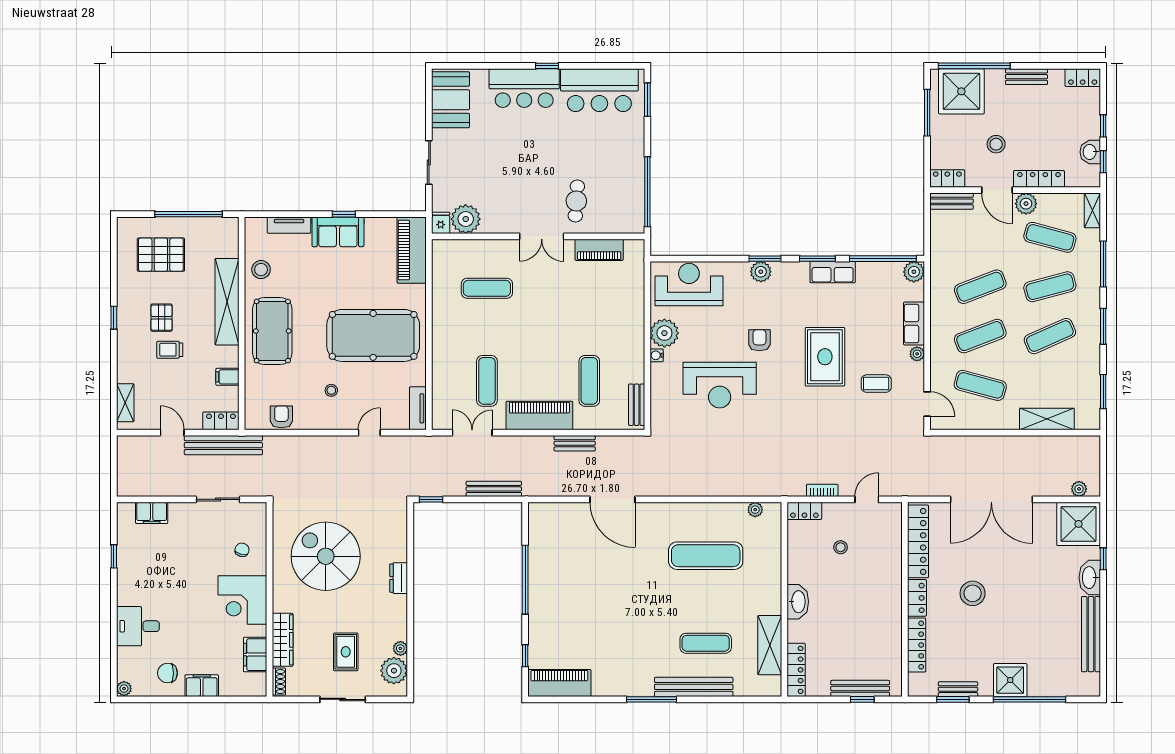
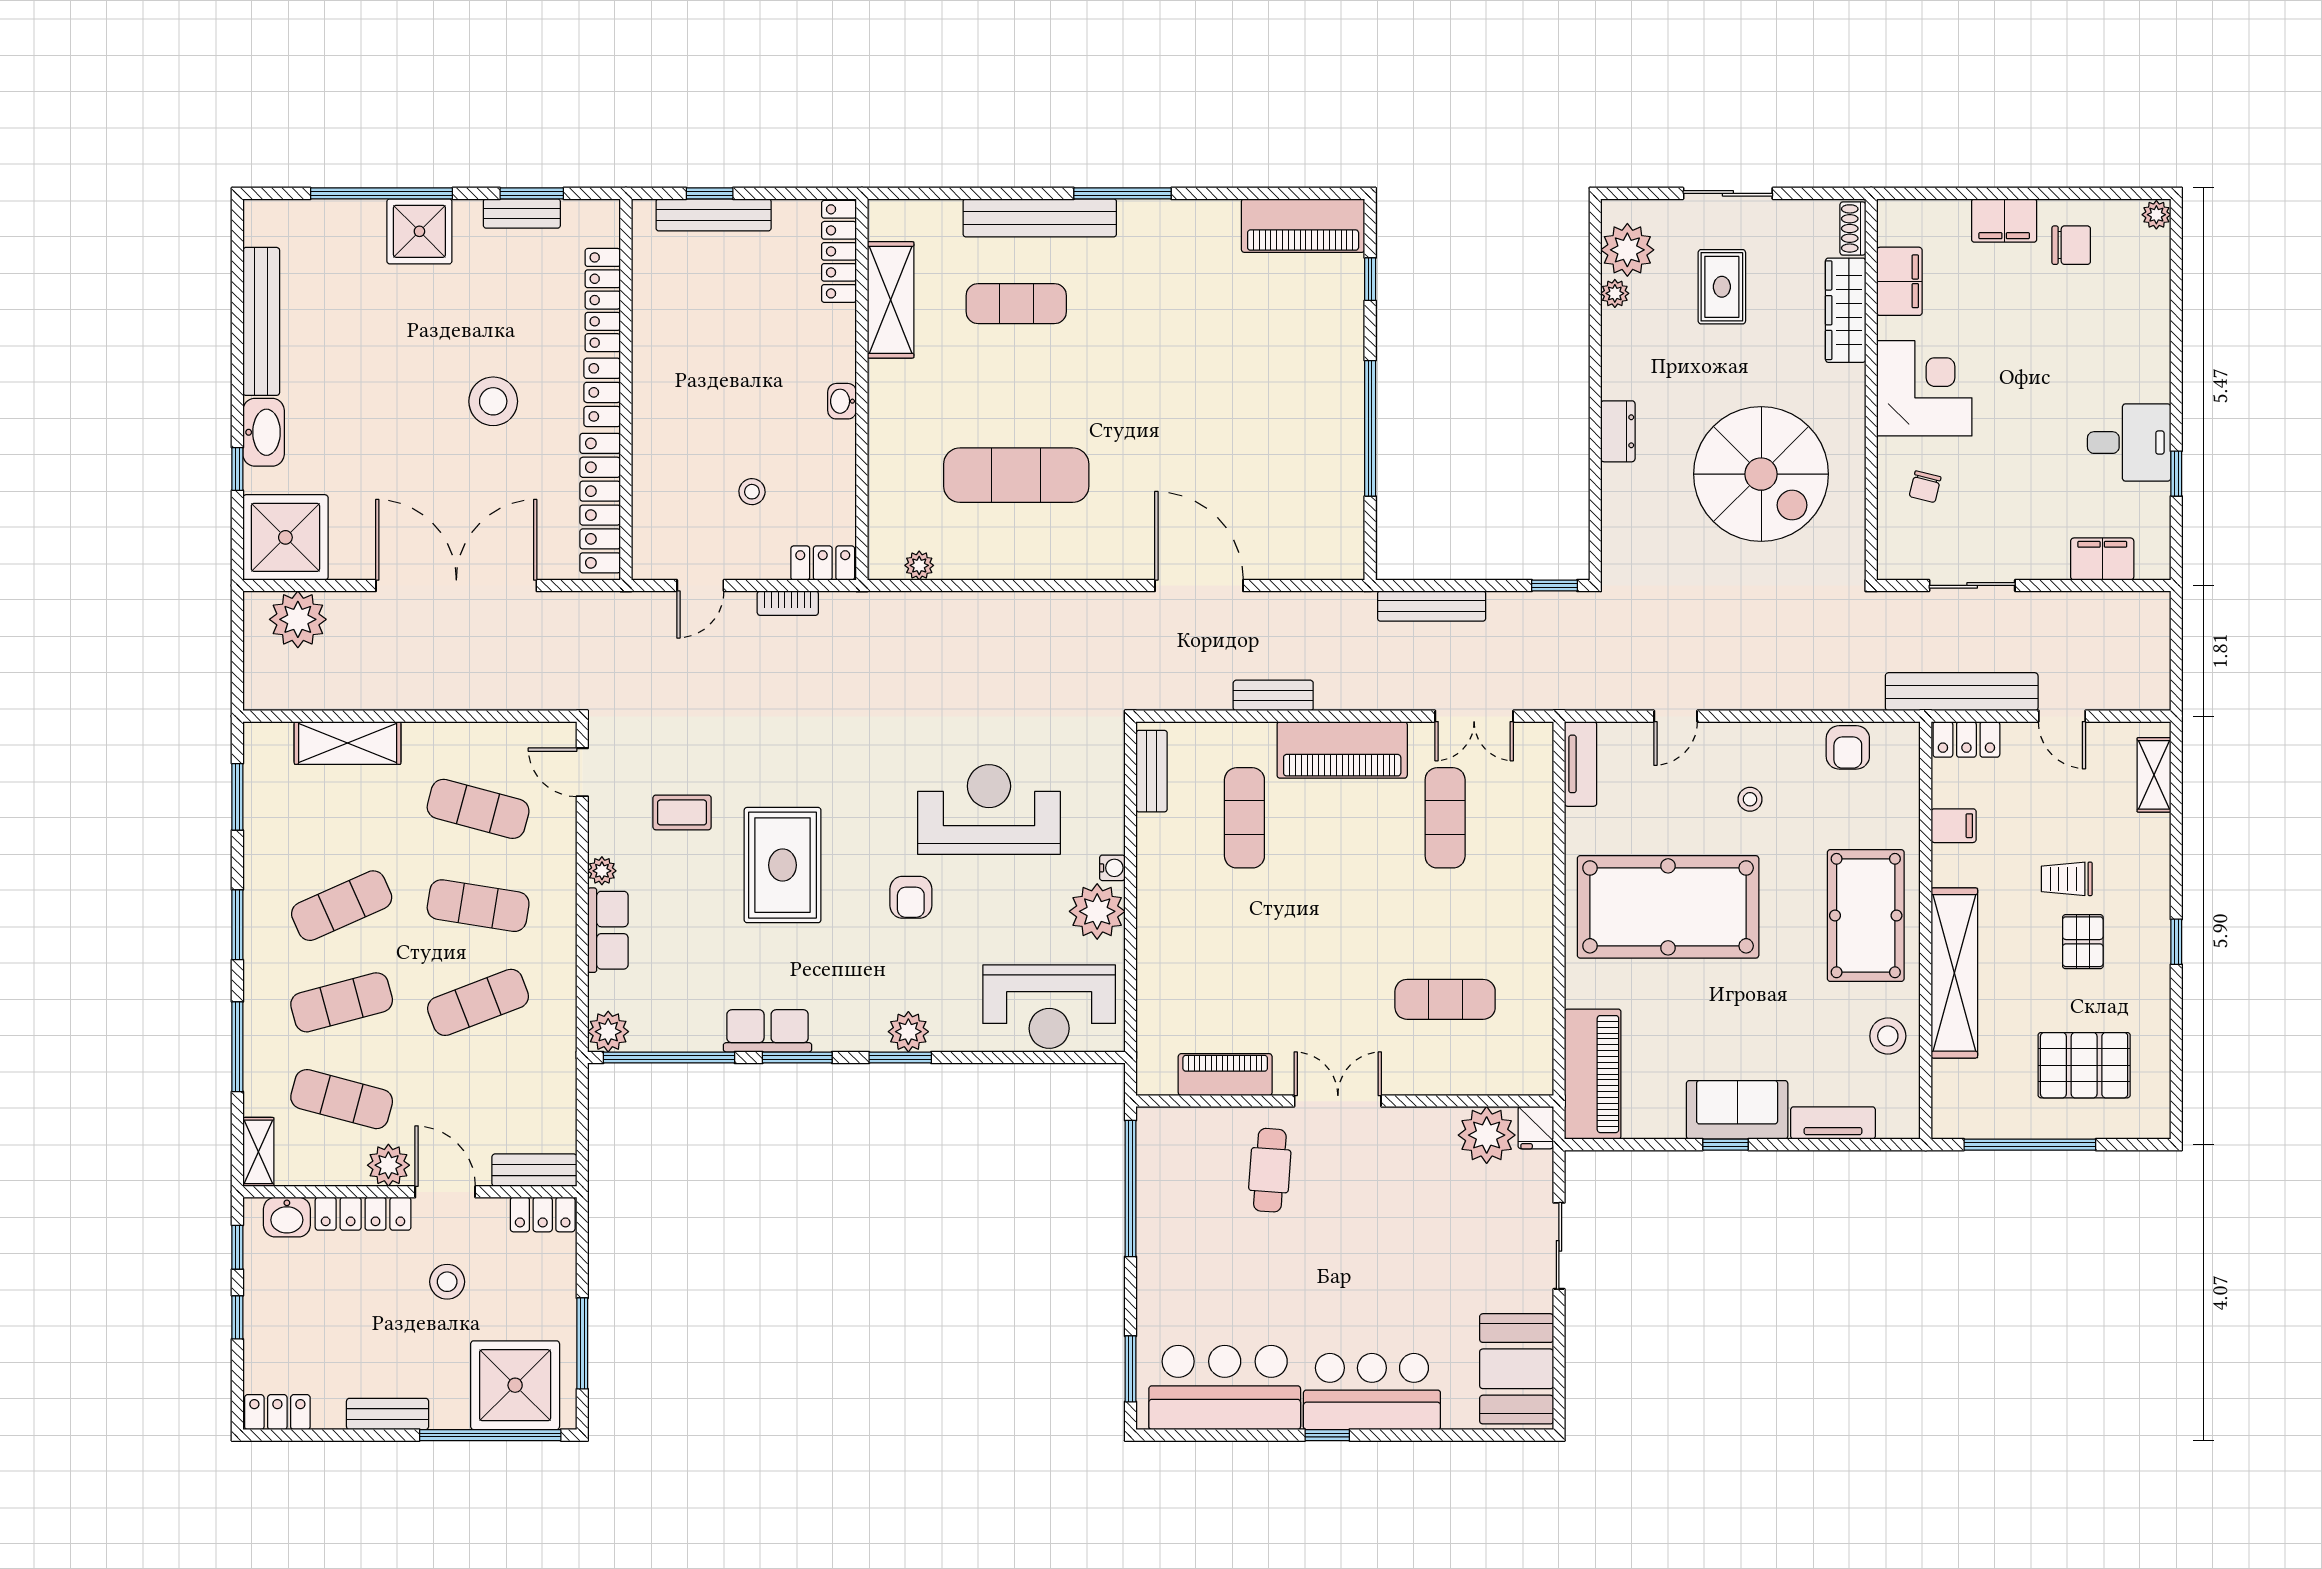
washbasin: (1090, 152) -> (287, 1217), moved, turned 90
exercise mat: (980, 336) -> (478, 906), turned 30
trolley: (170, 350) -> (2067, 879), turned 180
plant: (1079, 489) -> (298, 619), width x1.87, depth x1.87
washbasin: (798, 602) -> (842, 401), width x0.52, depth x0.69
desk: (138, 626) -> (2129, 443), moved

